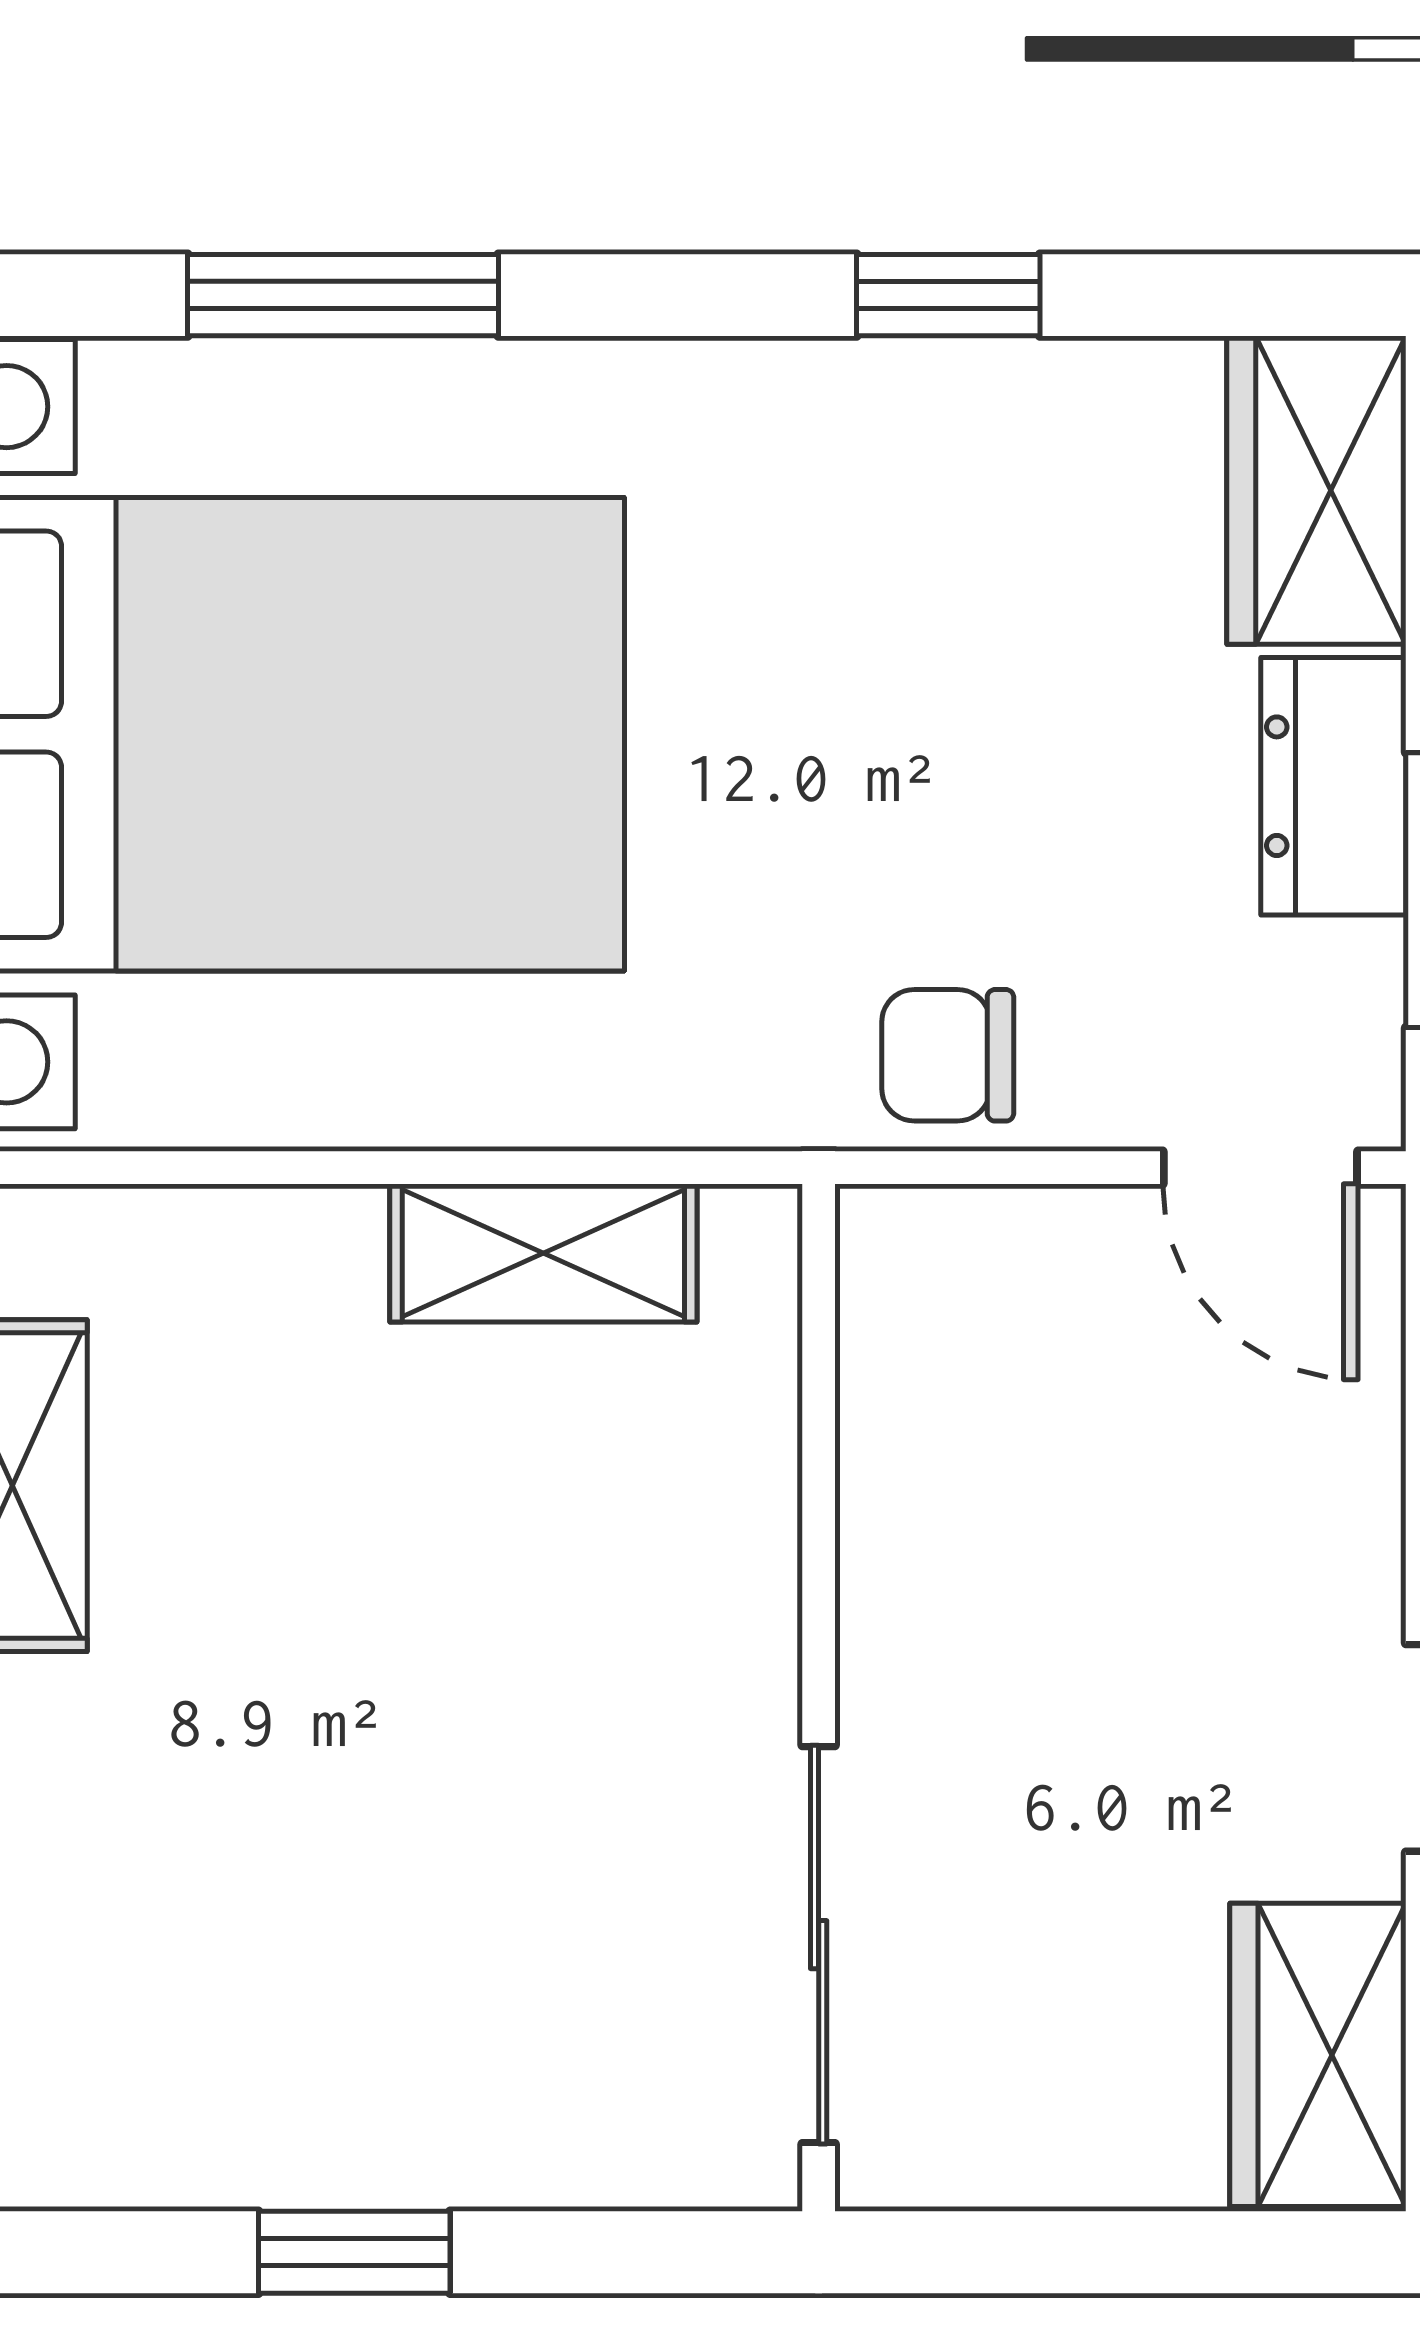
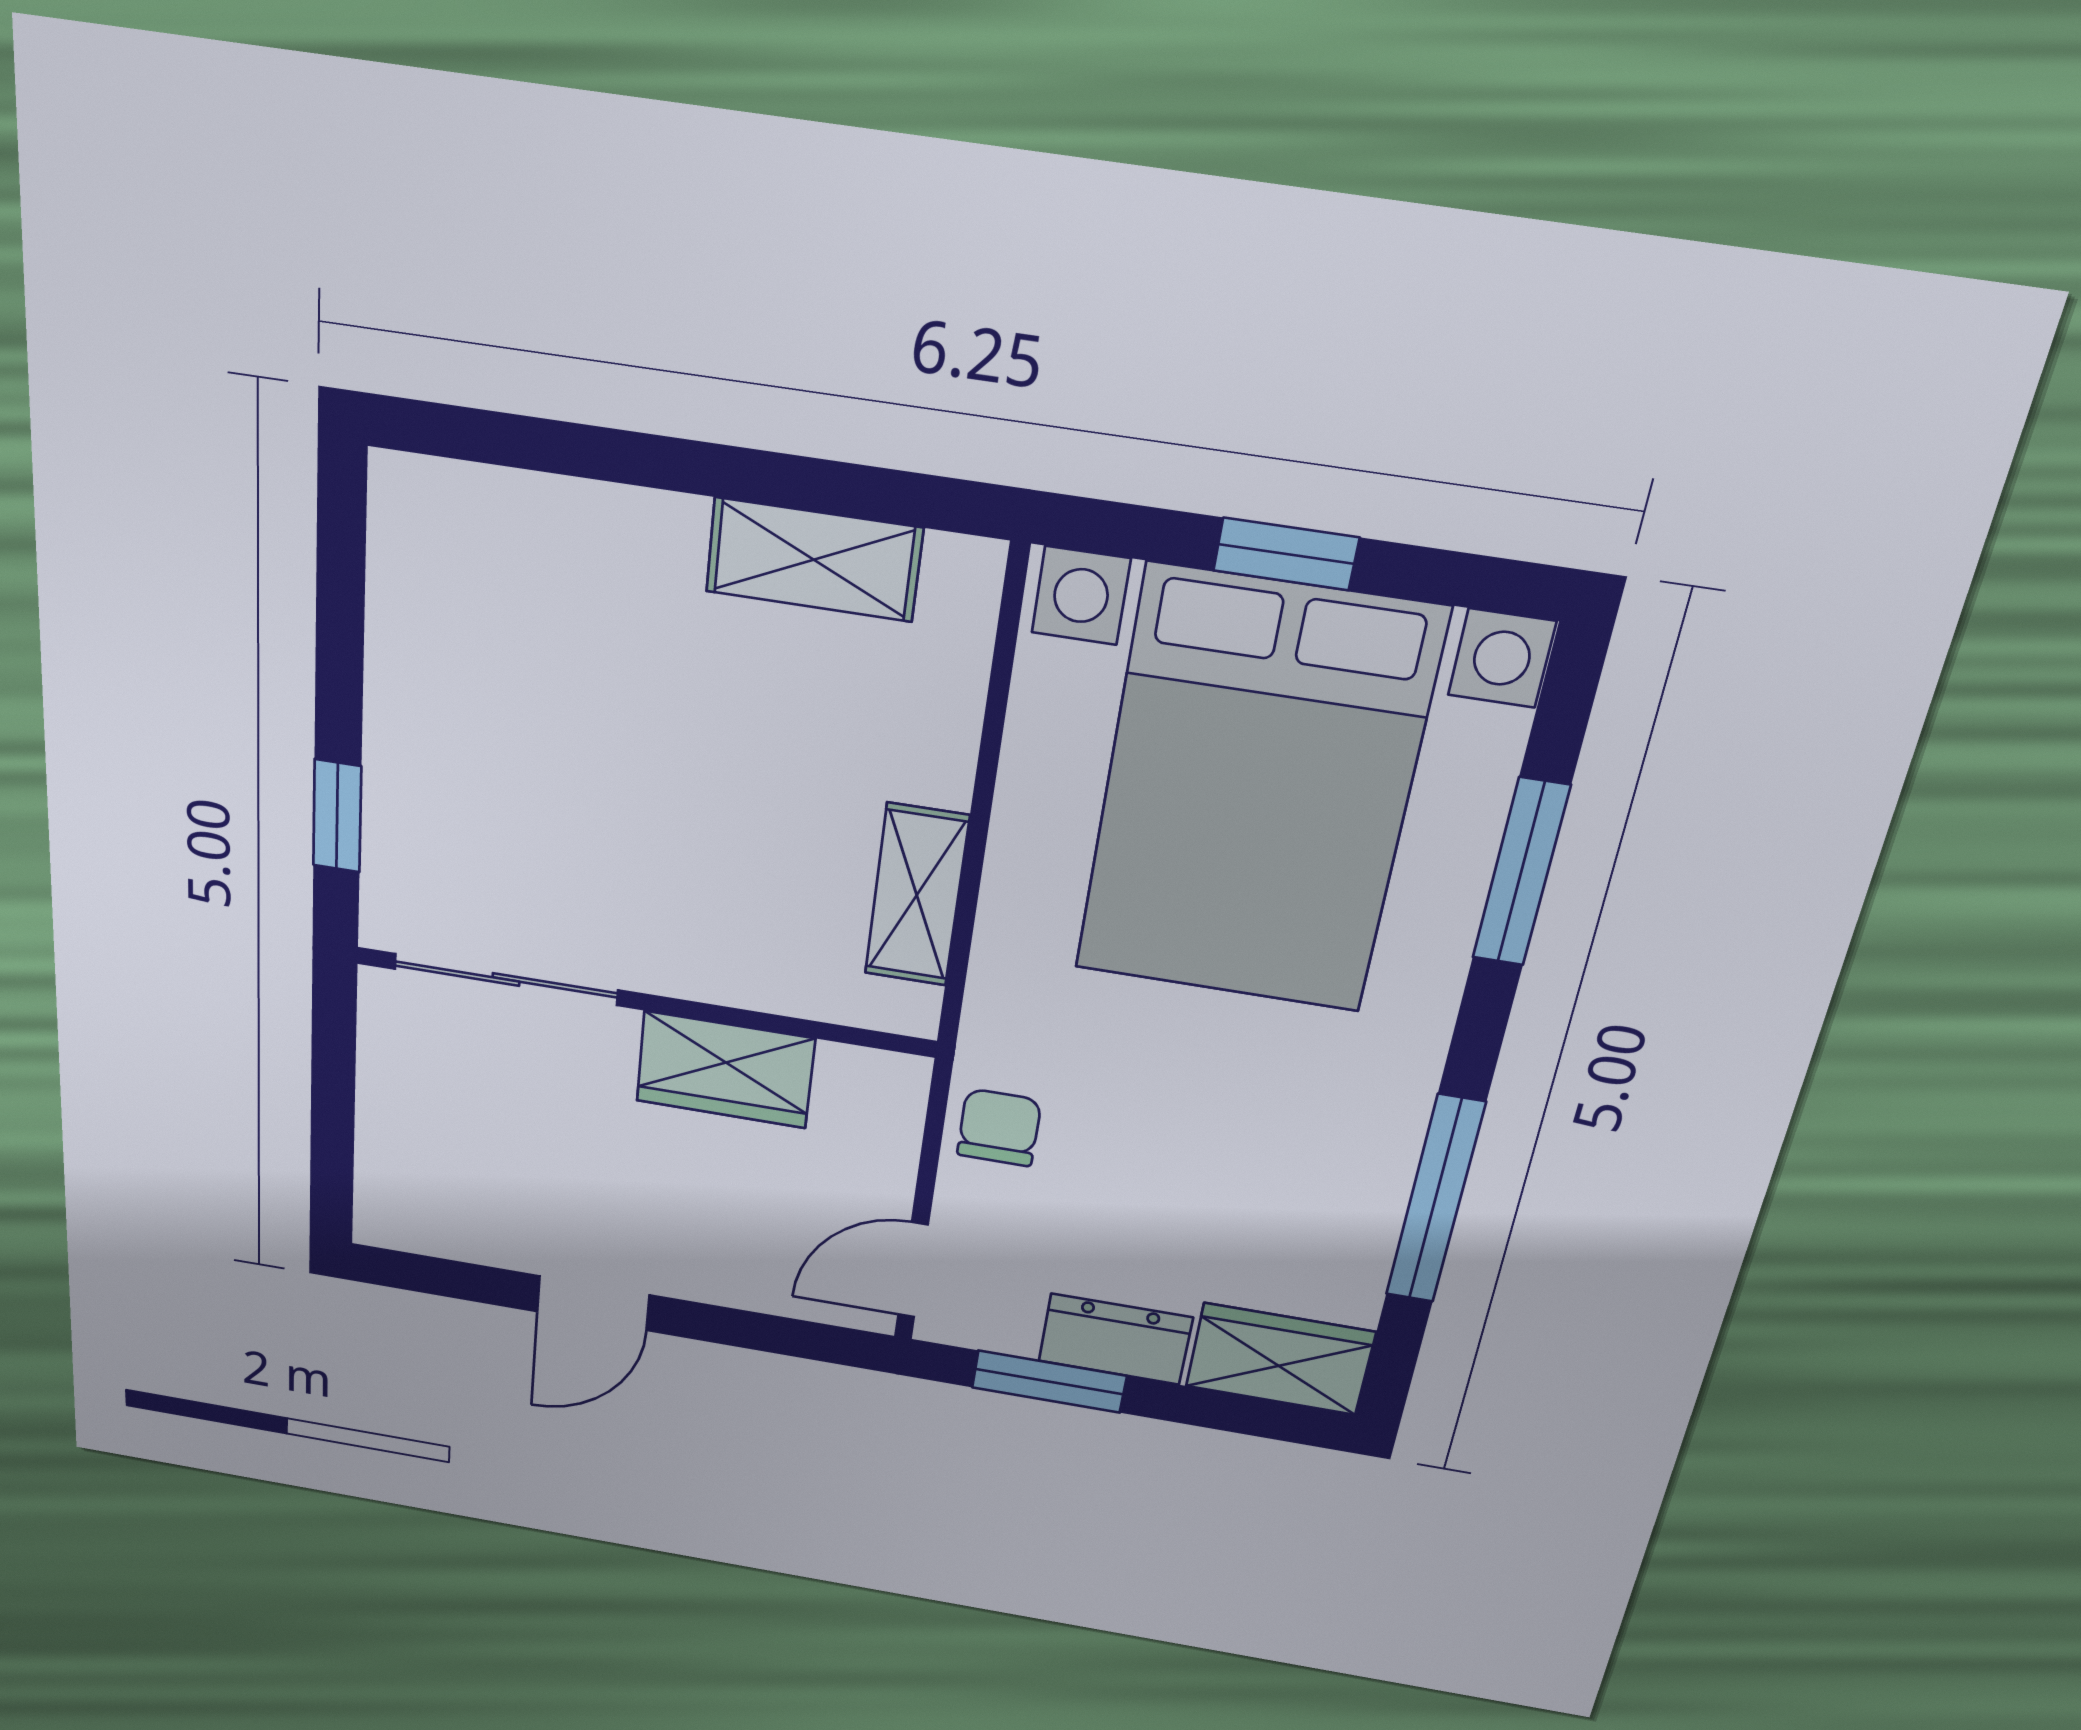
window: (948, 295) -> (1435, 1200), width x2.17
wardrobe: (1318, 2055) -> (725, 1070), moved, turned 180
window: (354, 2252) -> (337, 816), moved

